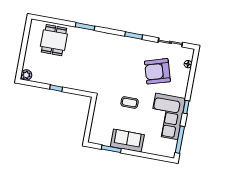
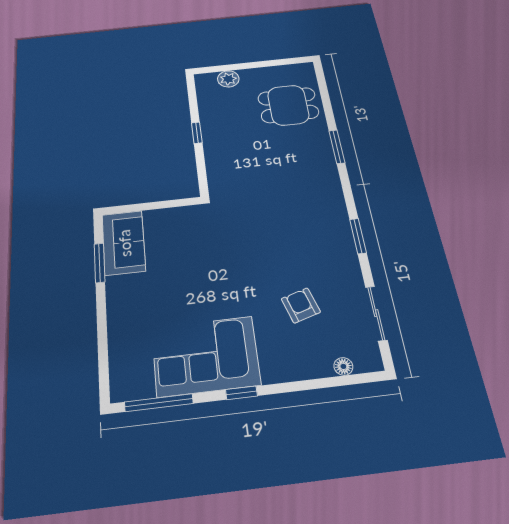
armchair: (157, 71) -> (301, 305), width x0.53, depth x0.53
plant: (26, 75) -> (228, 79), moved
coffee table: (130, 102) -> (212, 269), removed
sofa: (127, 141) -> (124, 243), moved

